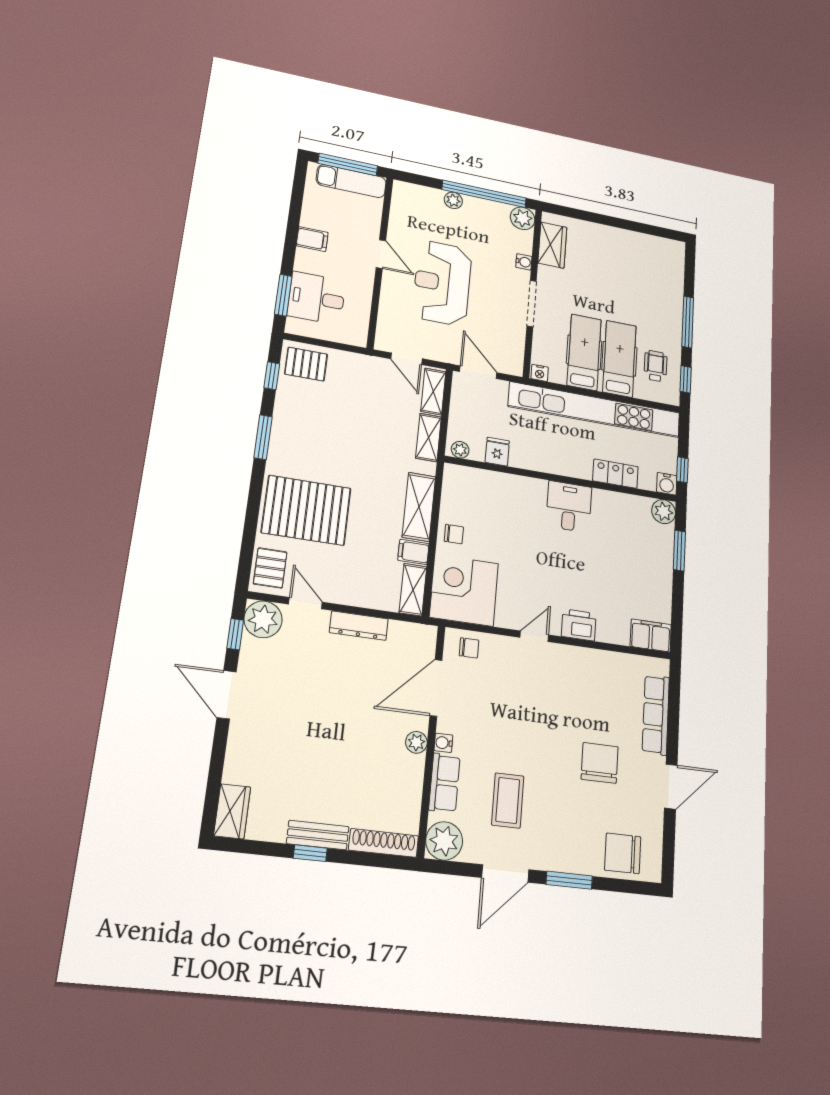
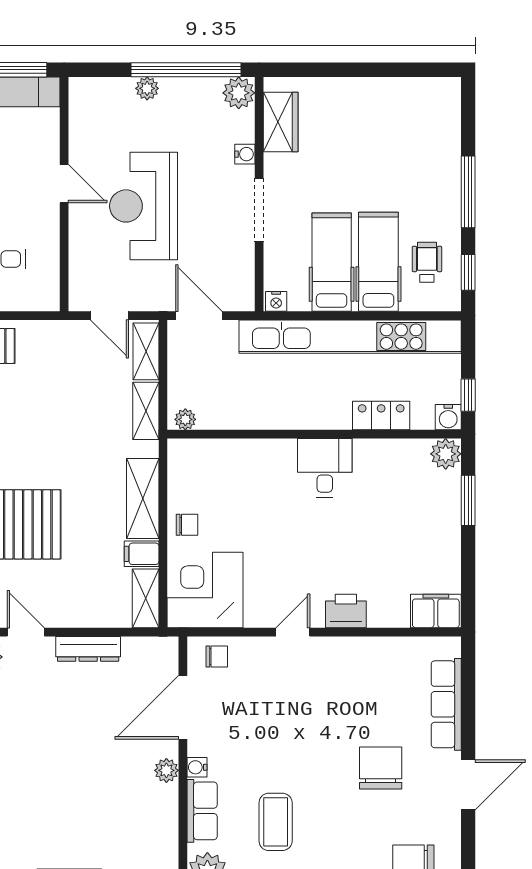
fridge: (497, 452) -> (231, 414), removed

